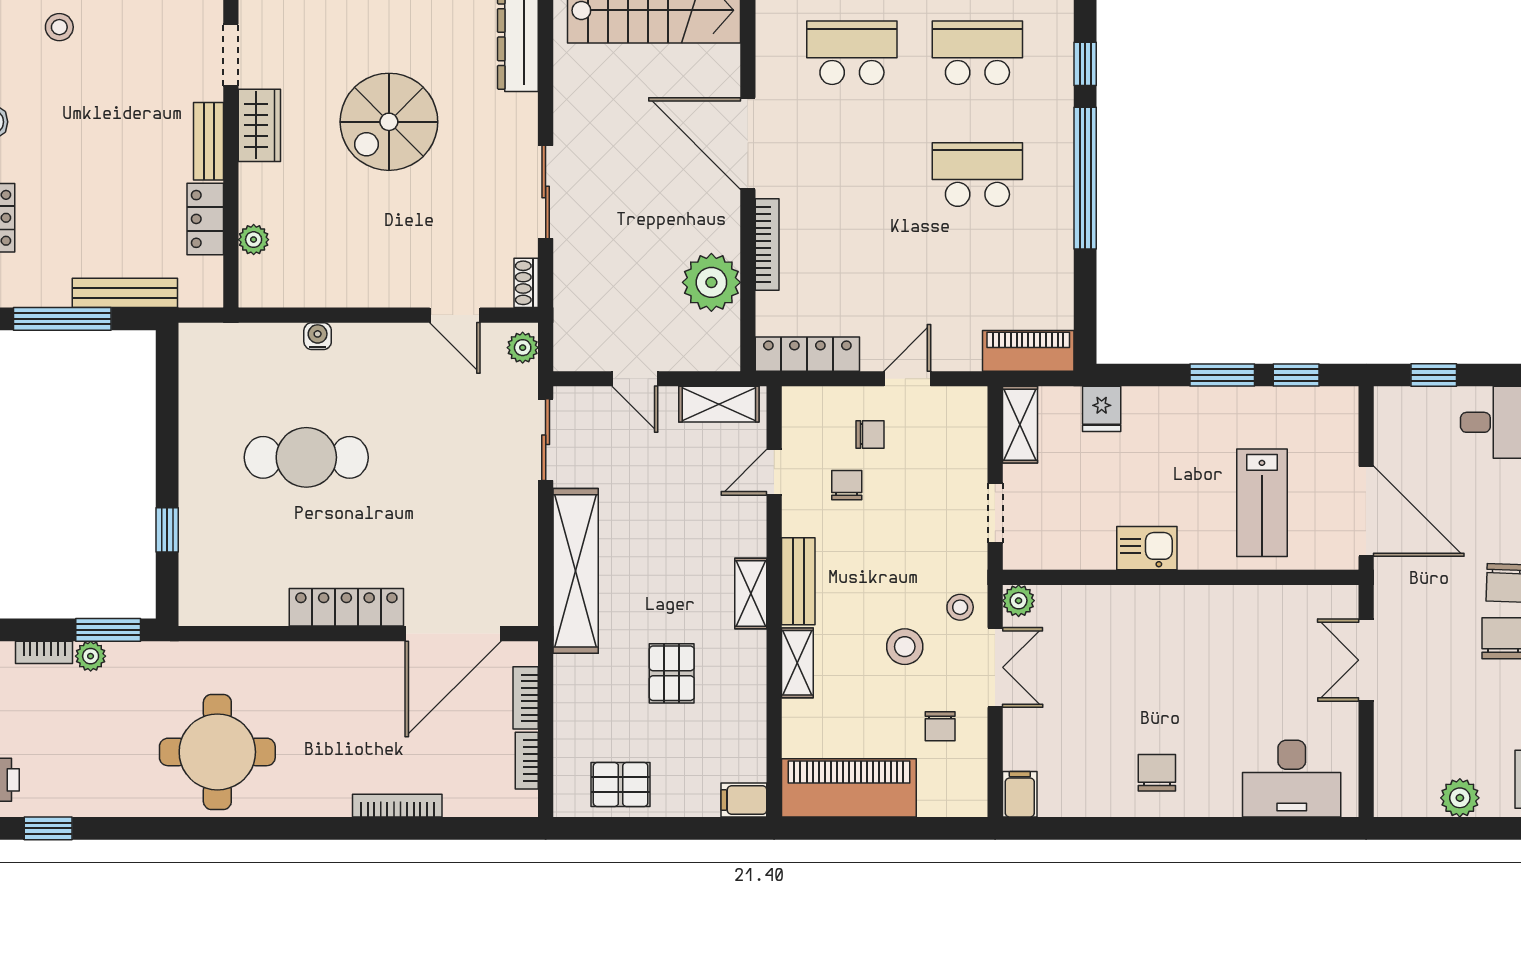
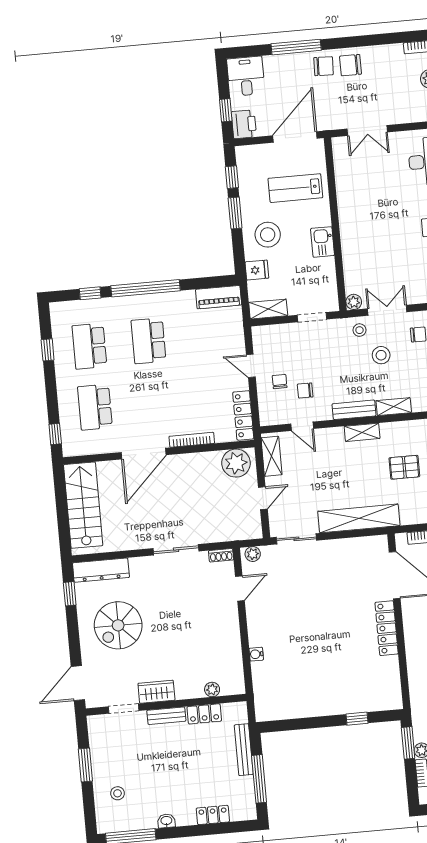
spiral stairs: (389, 122) -> (118, 625), moved, turned 90
plant: (711, 282) -> (236, 463), moved
piano: (1028, 351) -> (219, 297), moved, turned -90
printer: (1402, 410) -> (244, 124), added
stool: (1172, 438) -> (268, 235), added
cafe table: (306, 457) -> (316, 654), removed
lab bench: (1262, 503) -> (295, 188), turned 180

